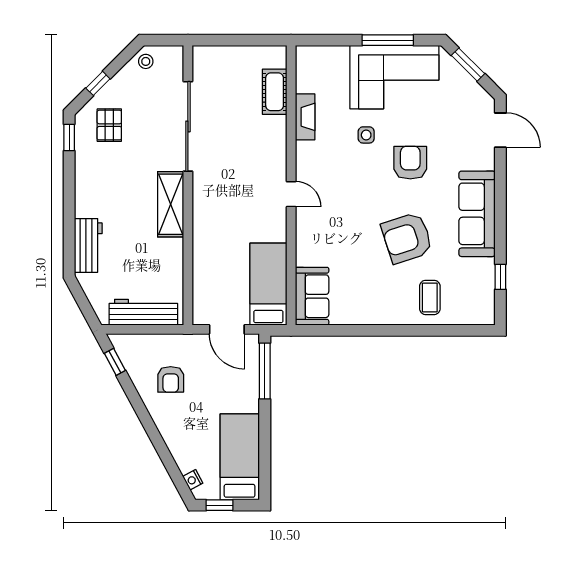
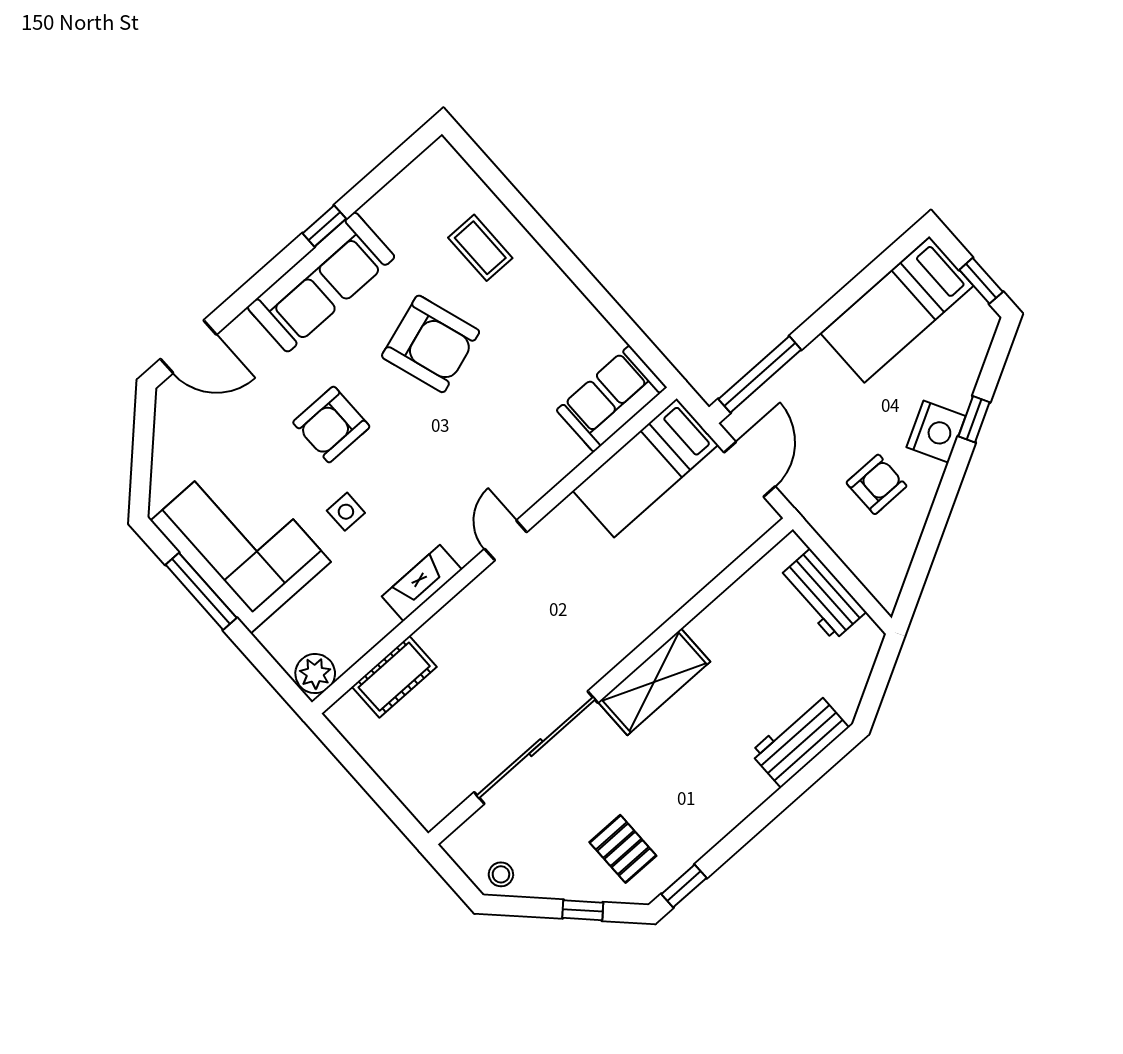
plant: (307, 58) -> (315, 674), added
window: (468, 65) -> (142, 462), removed
fireplace: (305, 117) -> (422, 583), moved
pallet: (109, 125) -> (623, 849), turned 90
door: (500, 130) -> (188, 347), swing flipped
window: (500, 277) -> (324, 226), moved
coffee table: (430, 297) -> (480, 248), turned 90
workbench: (143, 312) -> (822, 595), width x0.73
window: (115, 362) -> (974, 419), moved
nightstand: (193, 480) -> (936, 432), moved, width x1.89, depth x1.79

